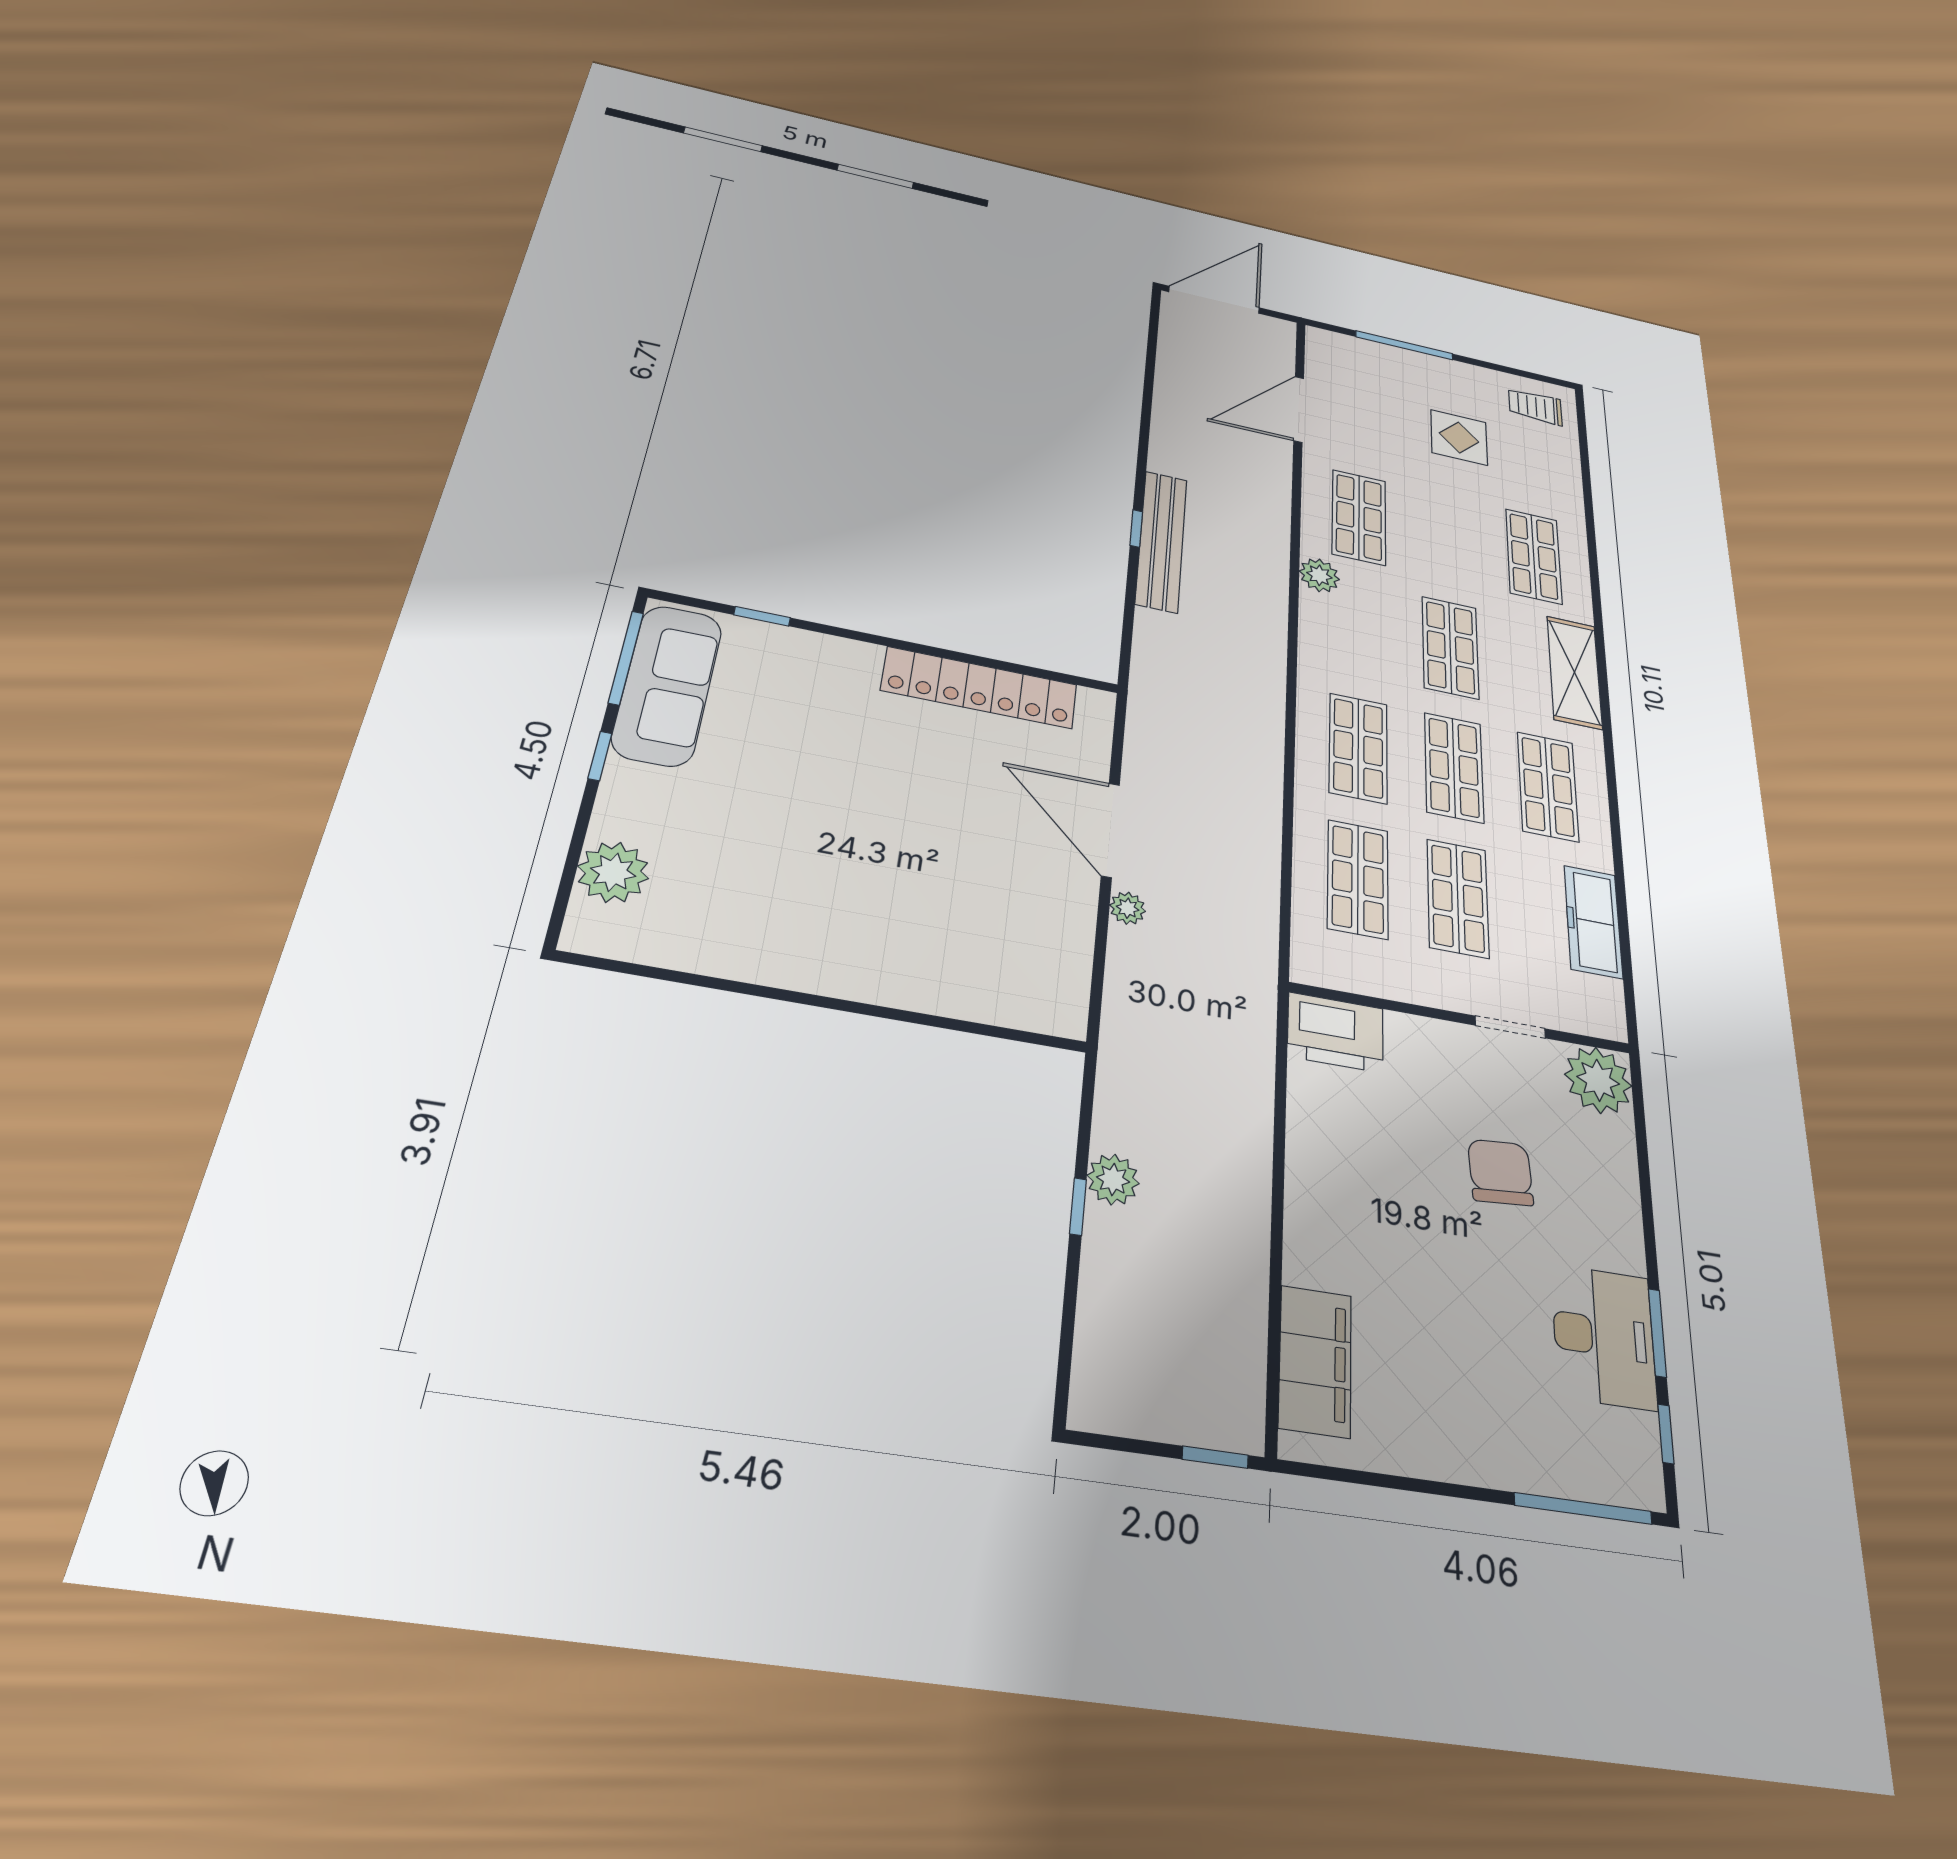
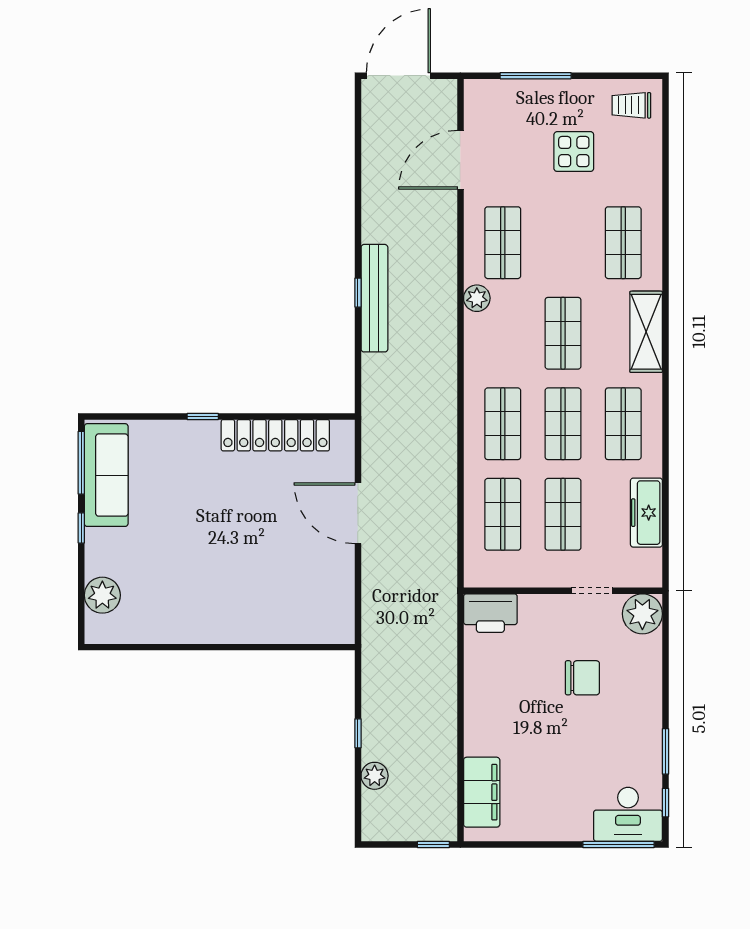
window: (762, 616) -> (203, 417), moved
plant: (1128, 908) -> (371, 561), removed
chair: (1500, 1172) -> (582, 678), turned 94
plant: (1113, 1179) -> (375, 776), moved
desk: (1604, 1337) -> (628, 814), moved, turned 90

